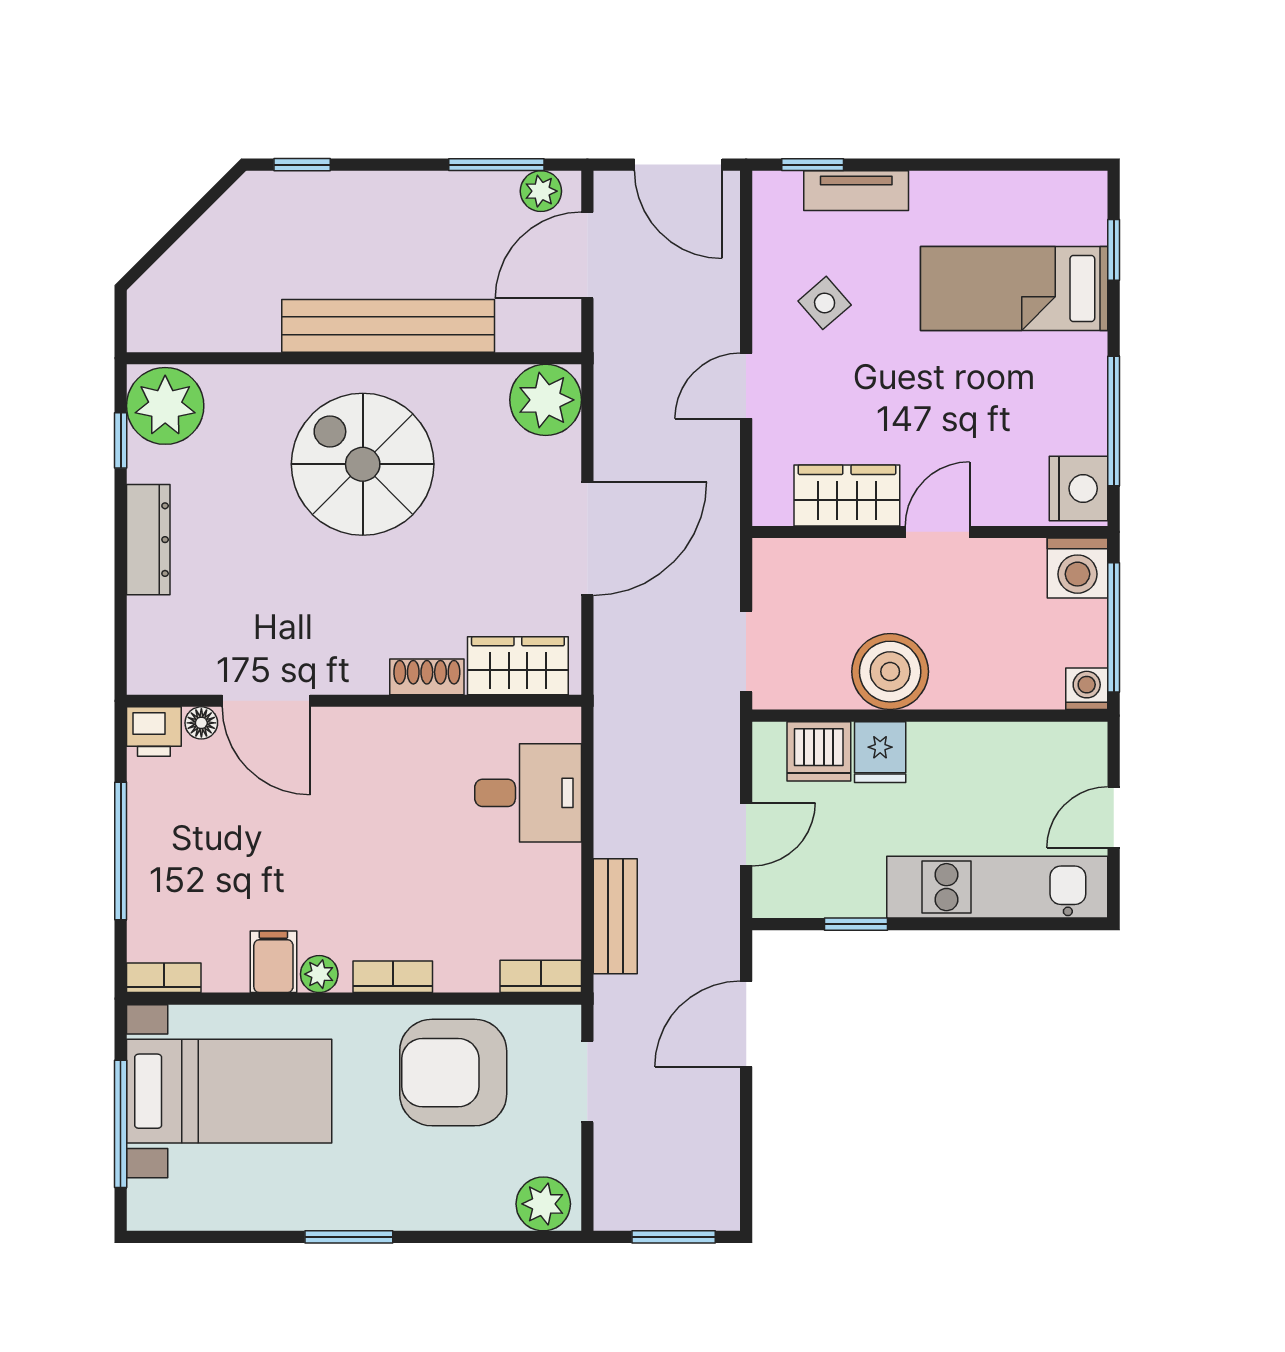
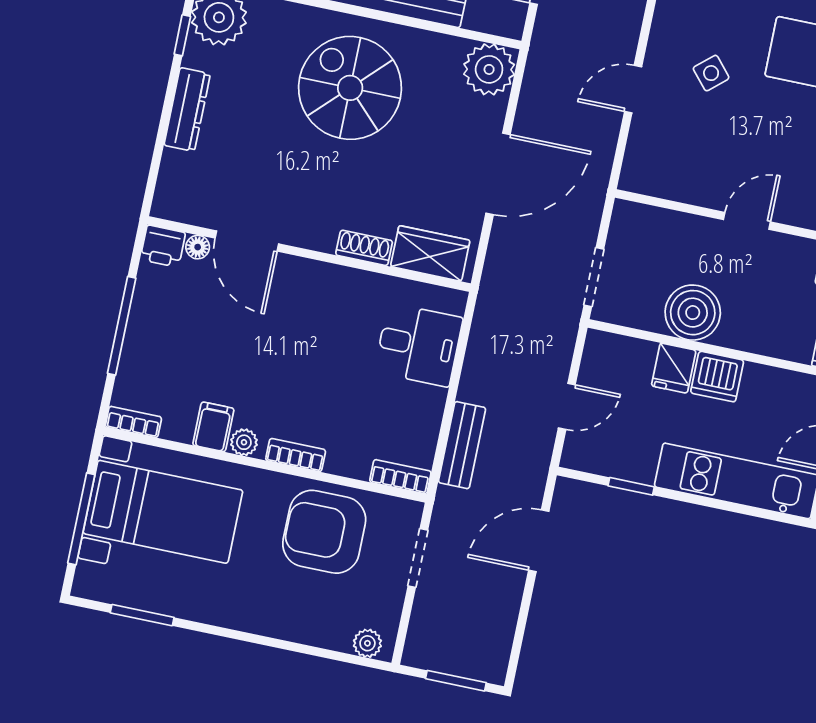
side table: (825, 303) -> (711, 73), moved
wardrobe: (847, 495) -> (688, 182), removed
dishwasher: (819, 751) -> (717, 377), moved
plant: (543, 1204) -> (367, 643), width x0.73, depth x0.73
window: (349, 1237) -> (142, 615), moved

